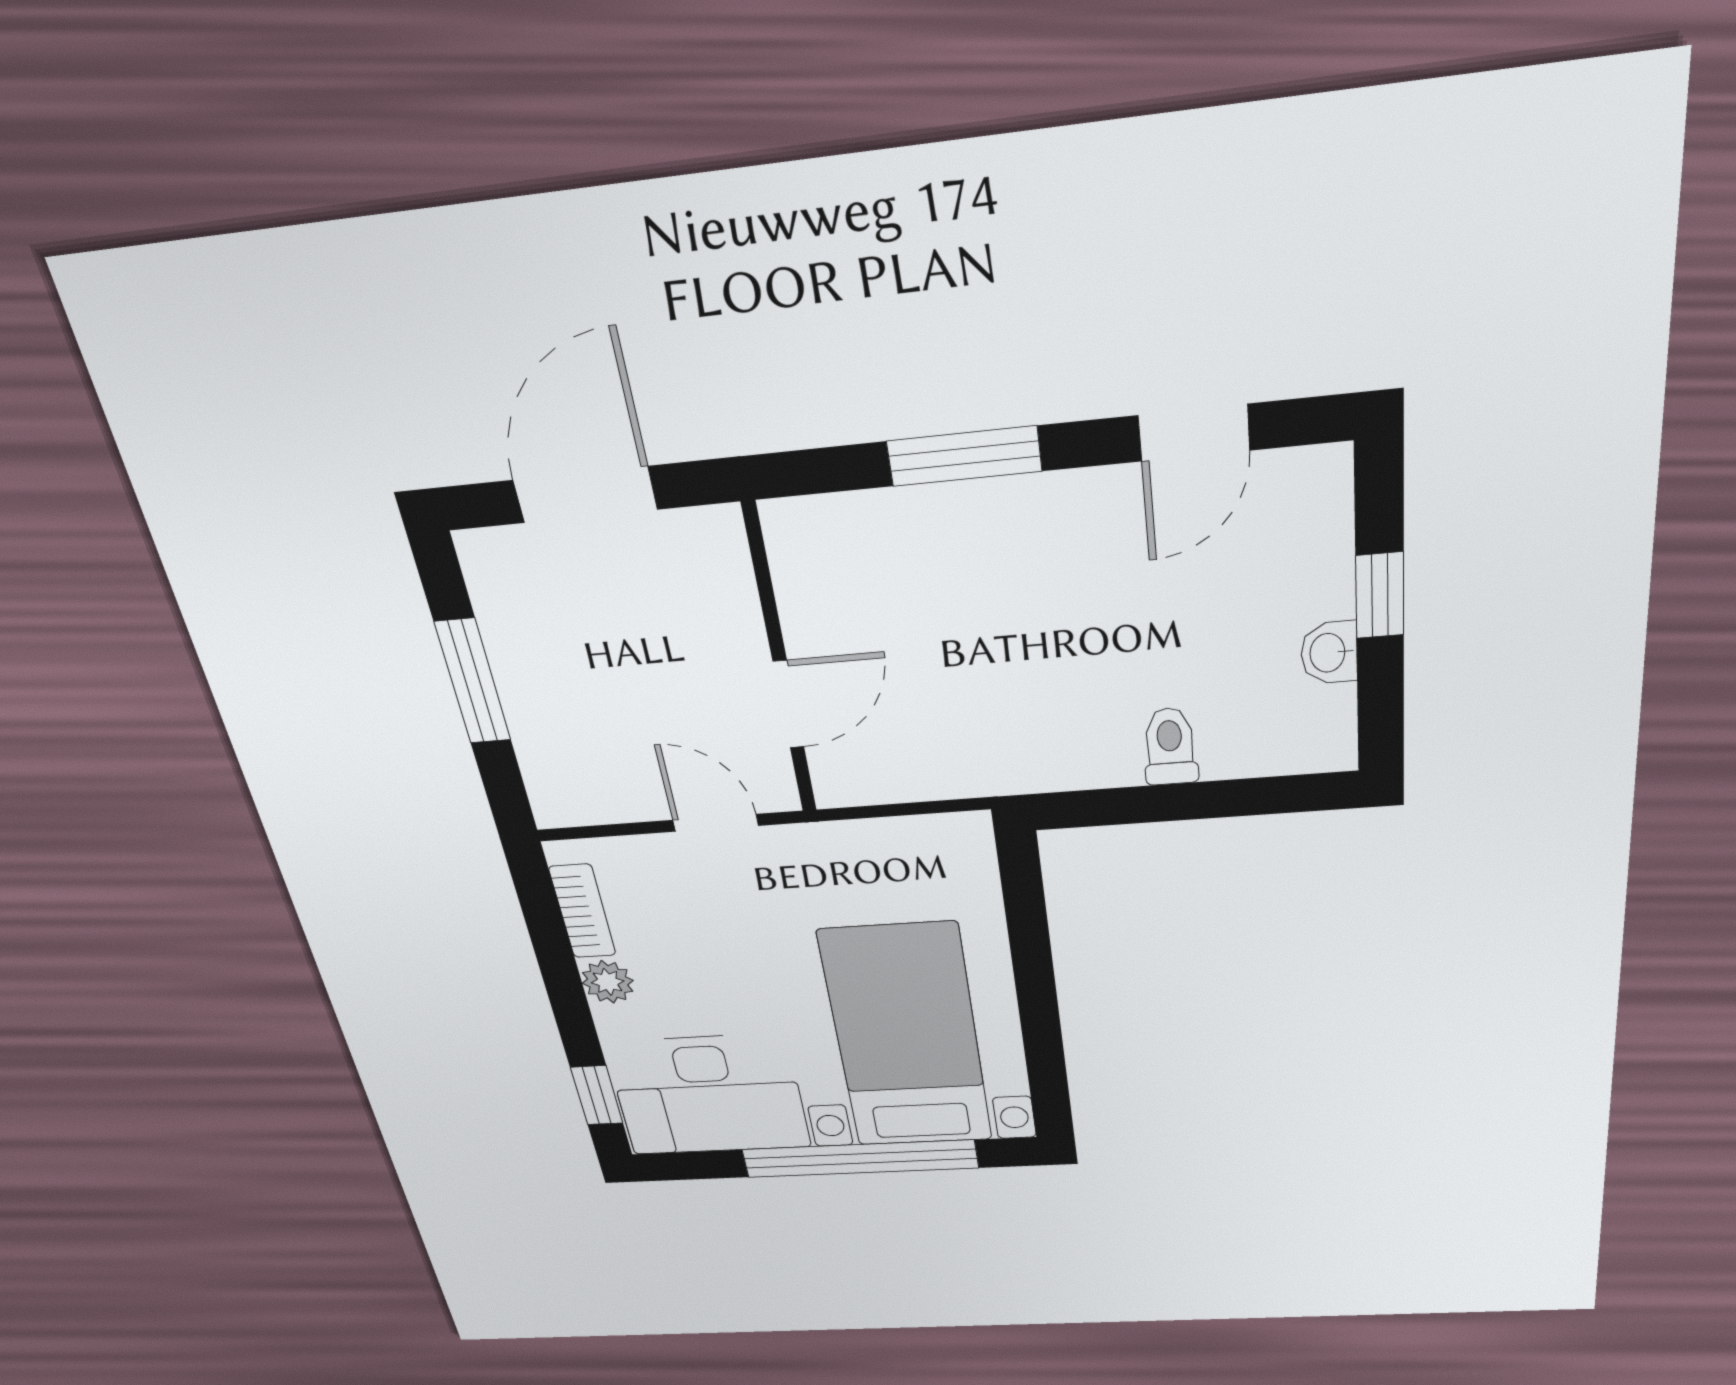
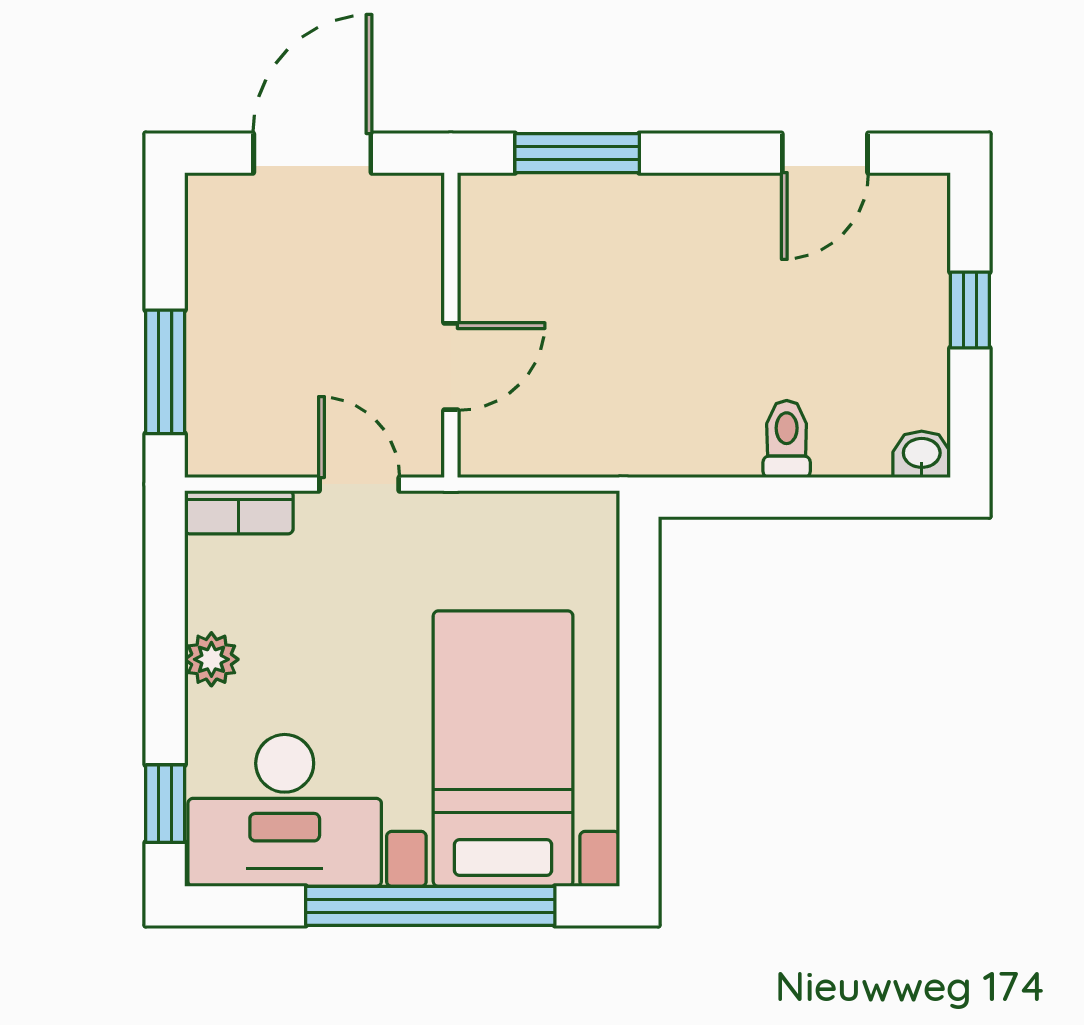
window: (964, 456) -> (577, 153), moved
washbasin: (1329, 653) -> (922, 454), moved, turned 90
window: (473, 681) -> (165, 372), moved
bookcase: (582, 911) -> (239, 512), moved, turned 90

